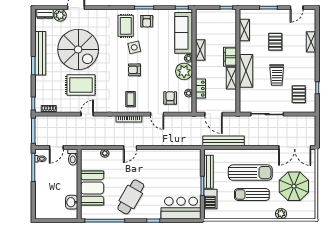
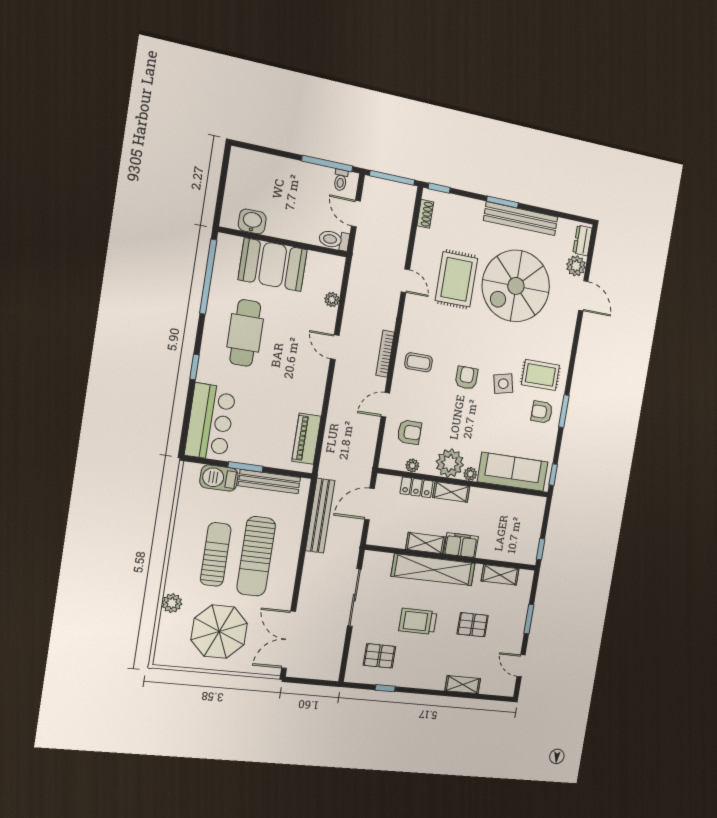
shelving: (200, 50) -> (451, 492), moved
shelving: (246, 71) -> (433, 570), width x1.47
piano: (182, 155) -> (306, 439), added
cafe table: (131, 197) -> (245, 333), turned 60

